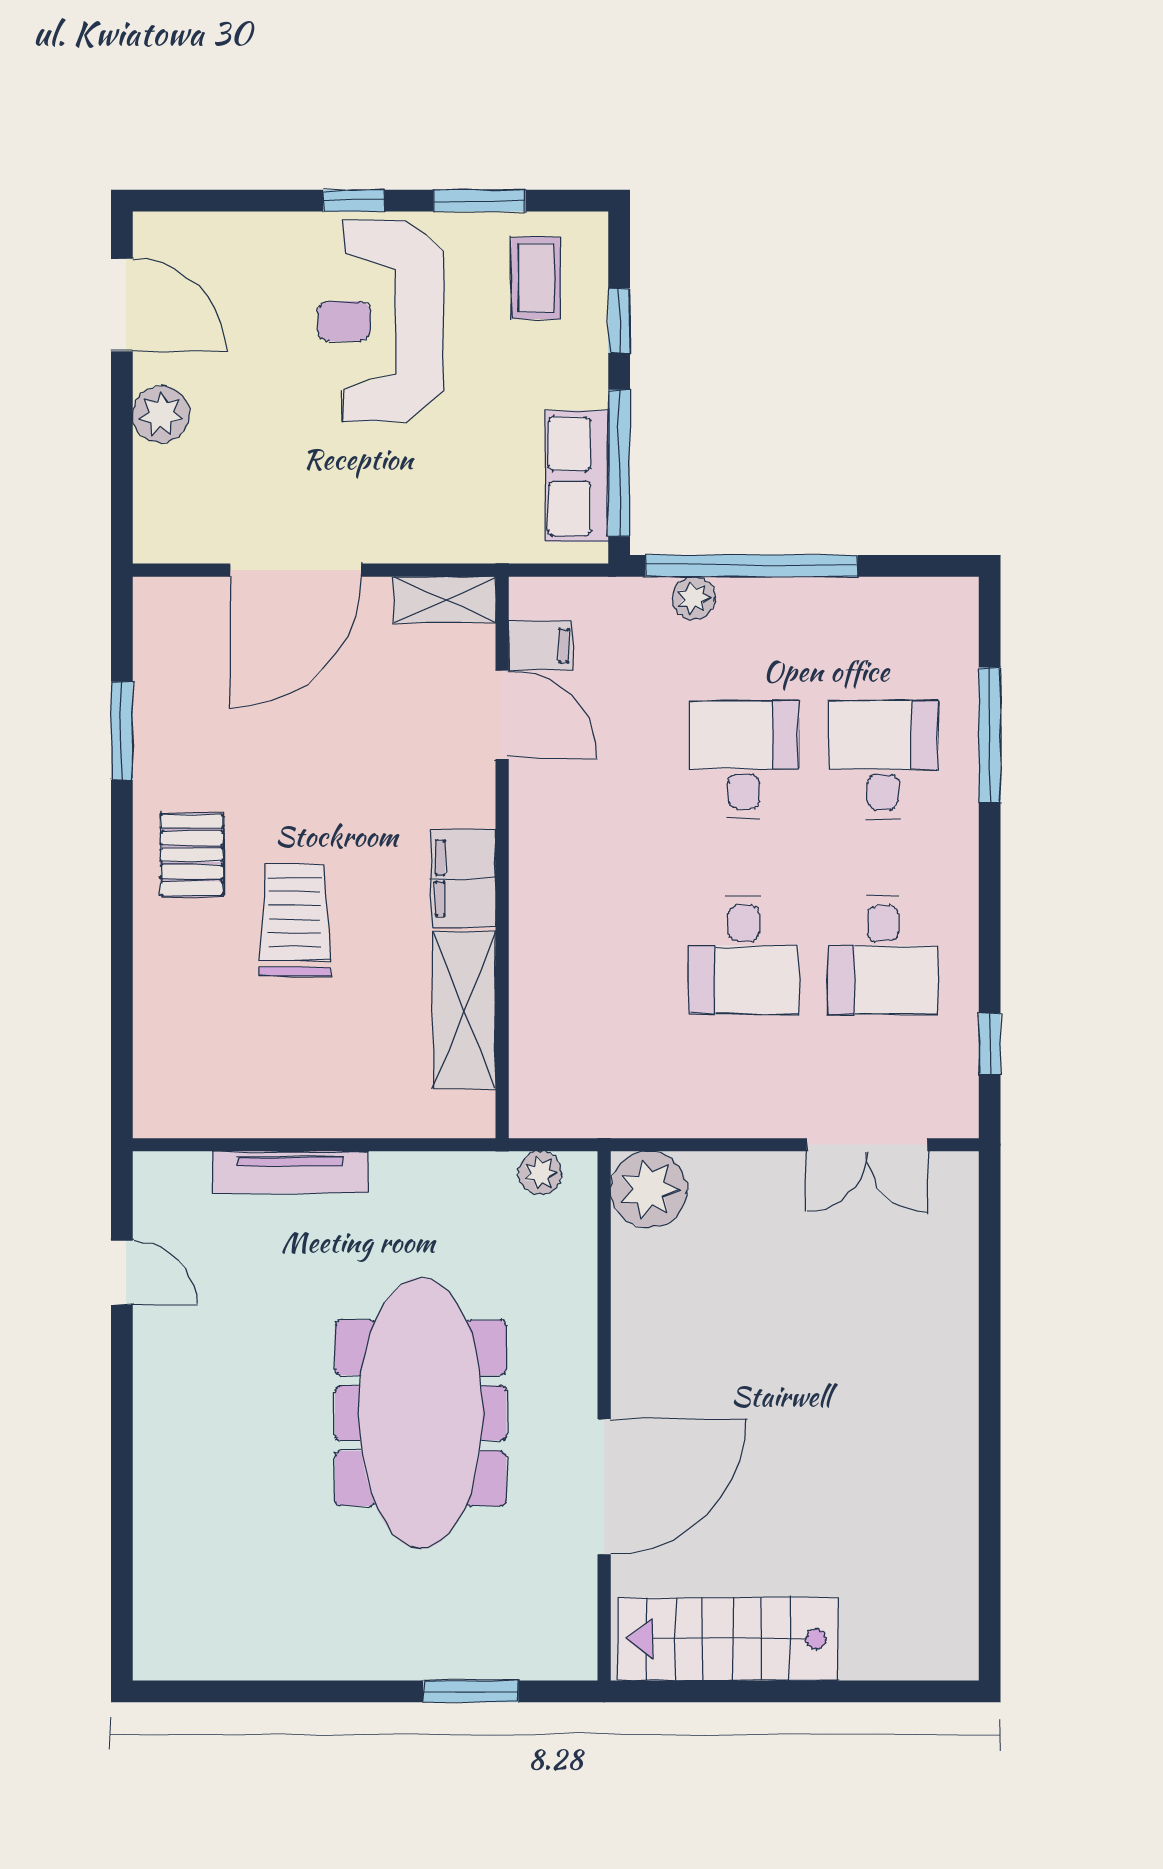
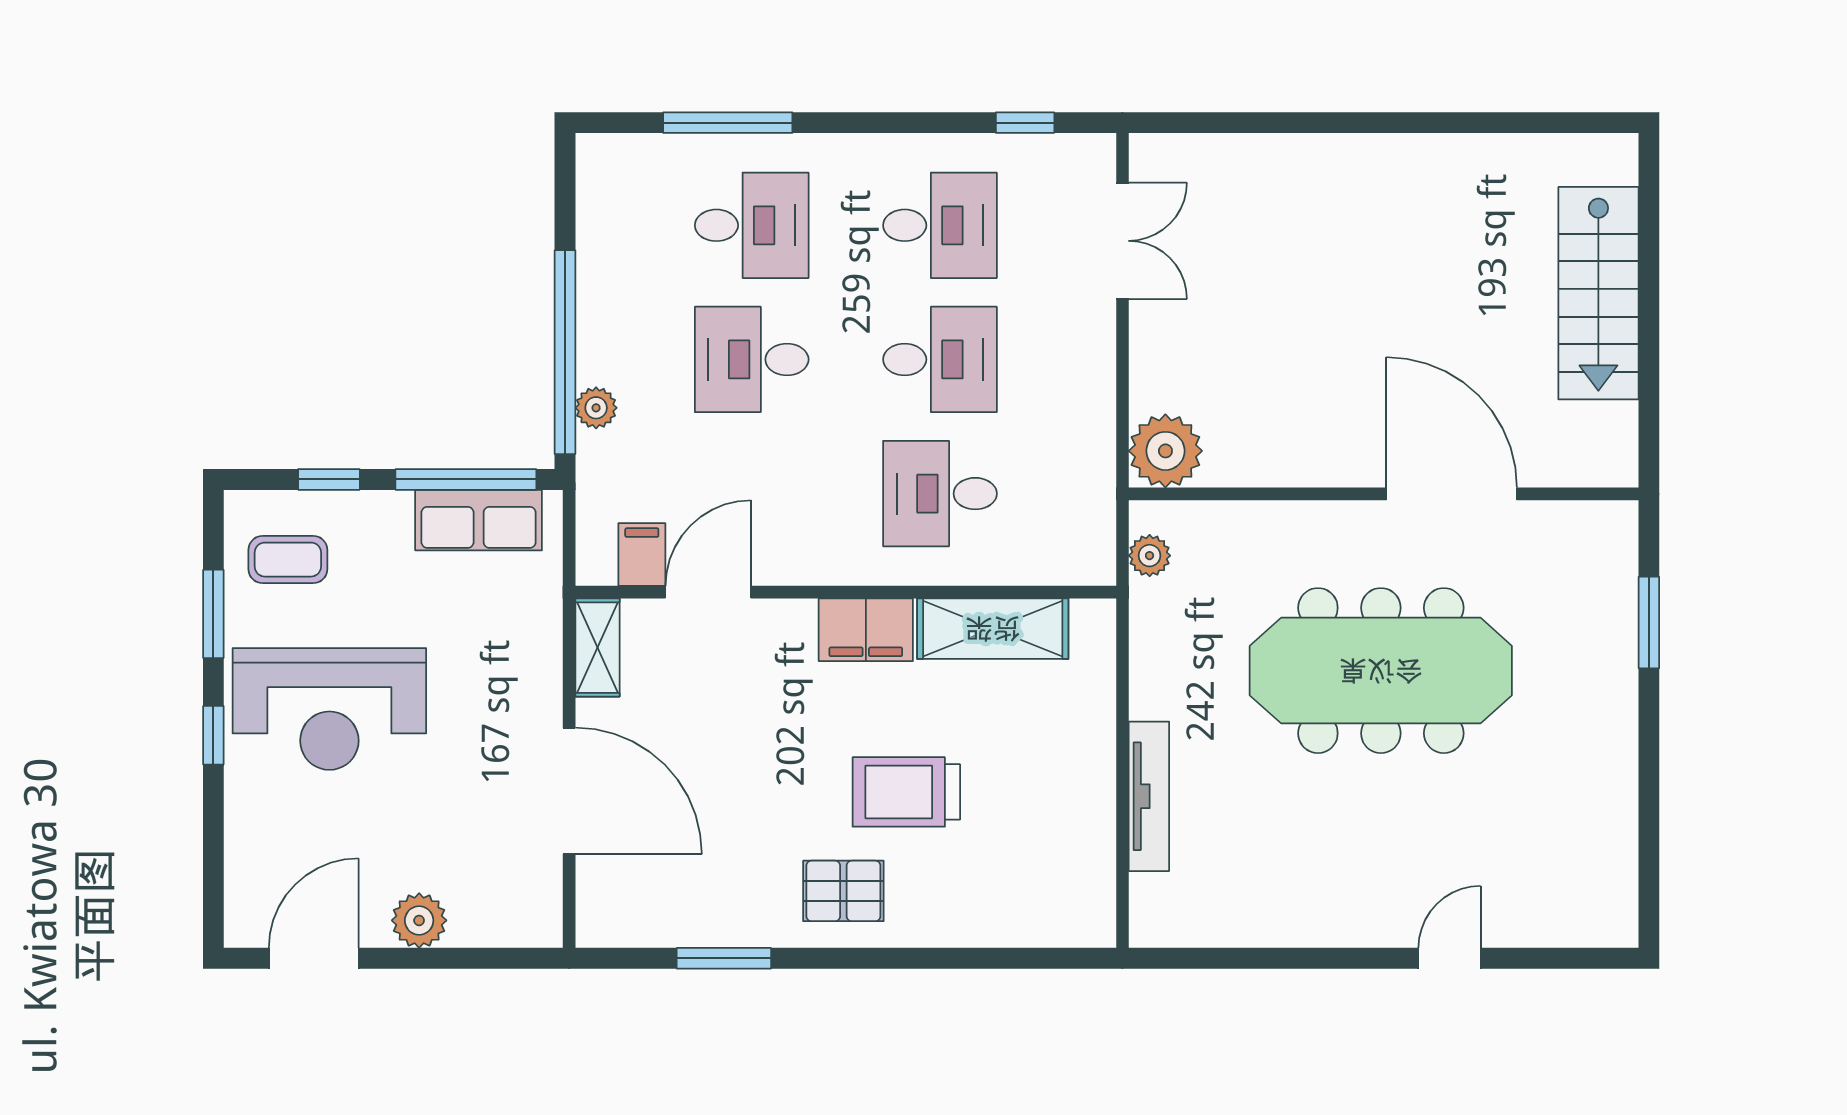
desk: (883, 760) -> (752, 225), turned 180
desk: (604, 955) -> (940, 494), added
door: (122, 1273) -> (1449, 958), moved
stairs: (728, 1639) -> (1598, 293), moved

